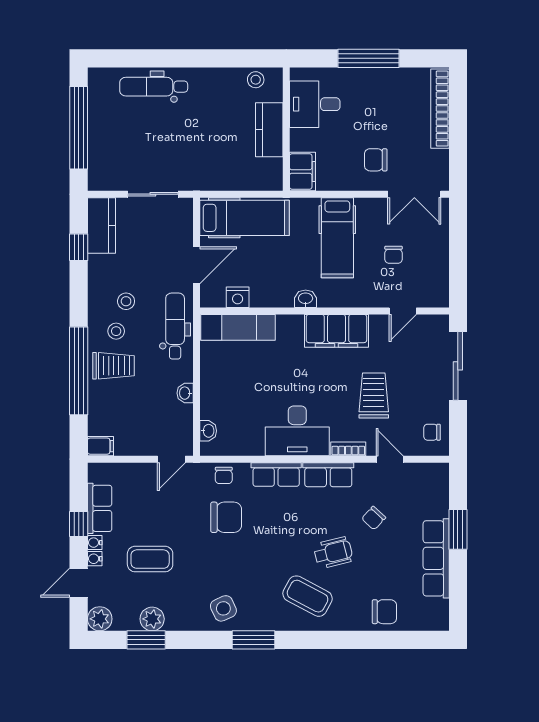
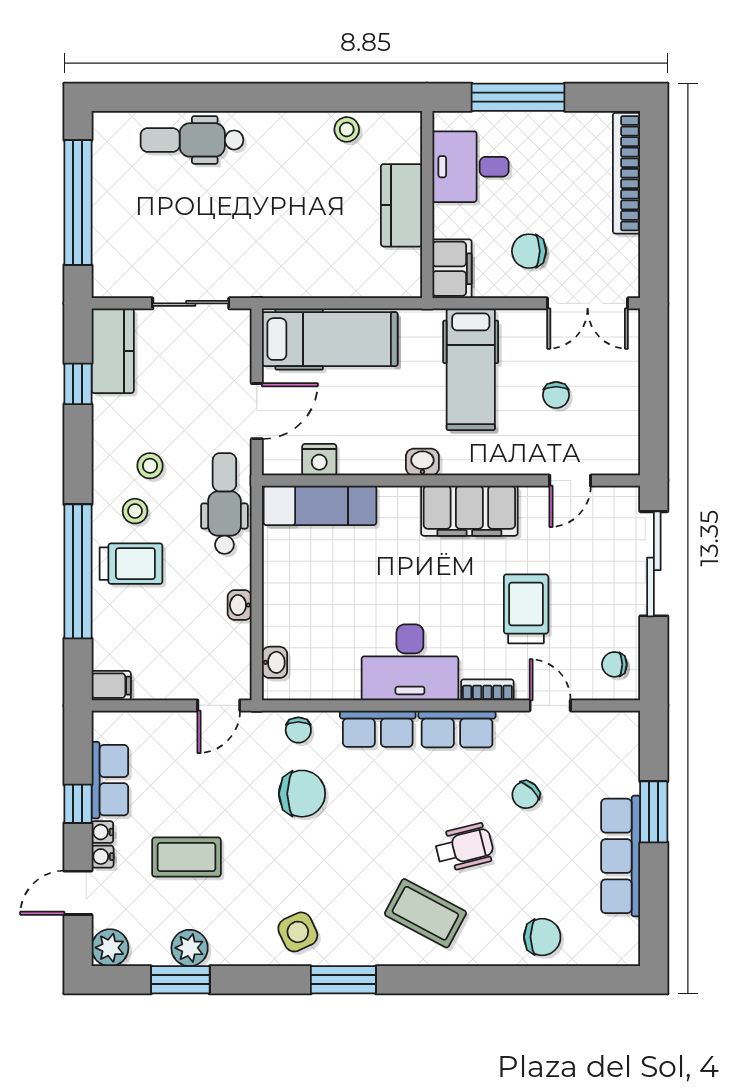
desk: (315, 104) -> (470, 167), moved
wall: (286, 129) -> (427, 204), moved
kitchen counter: (269, 130) -> (402, 205), moved
filing cabinet: (303, 171) -> (452, 269), moved

